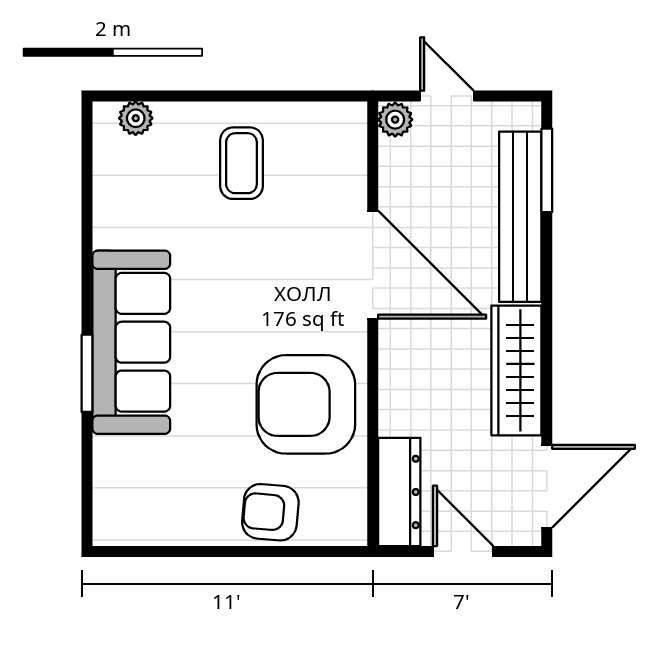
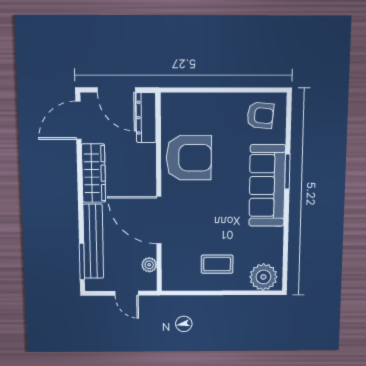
plant: (136, 118) -> (263, 277), width x1.88, depth x1.88
plant: (395, 120) -> (149, 265), moved
coffee table: (241, 163) -> (217, 264), turned 90
armchair: (270, 512) -> (260, 115), moved
door: (463, 551) -> (116, 90), width x1.37

